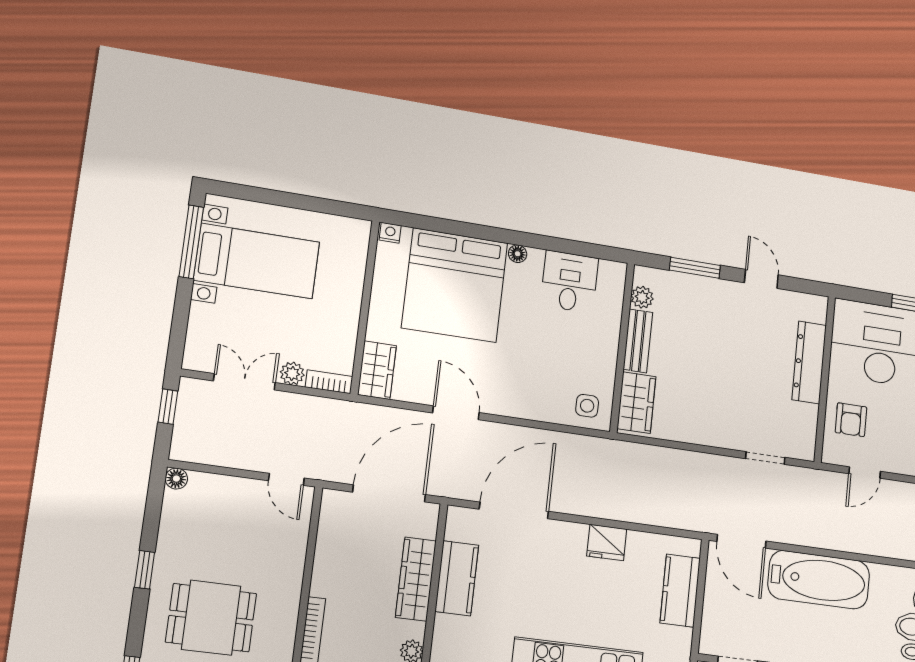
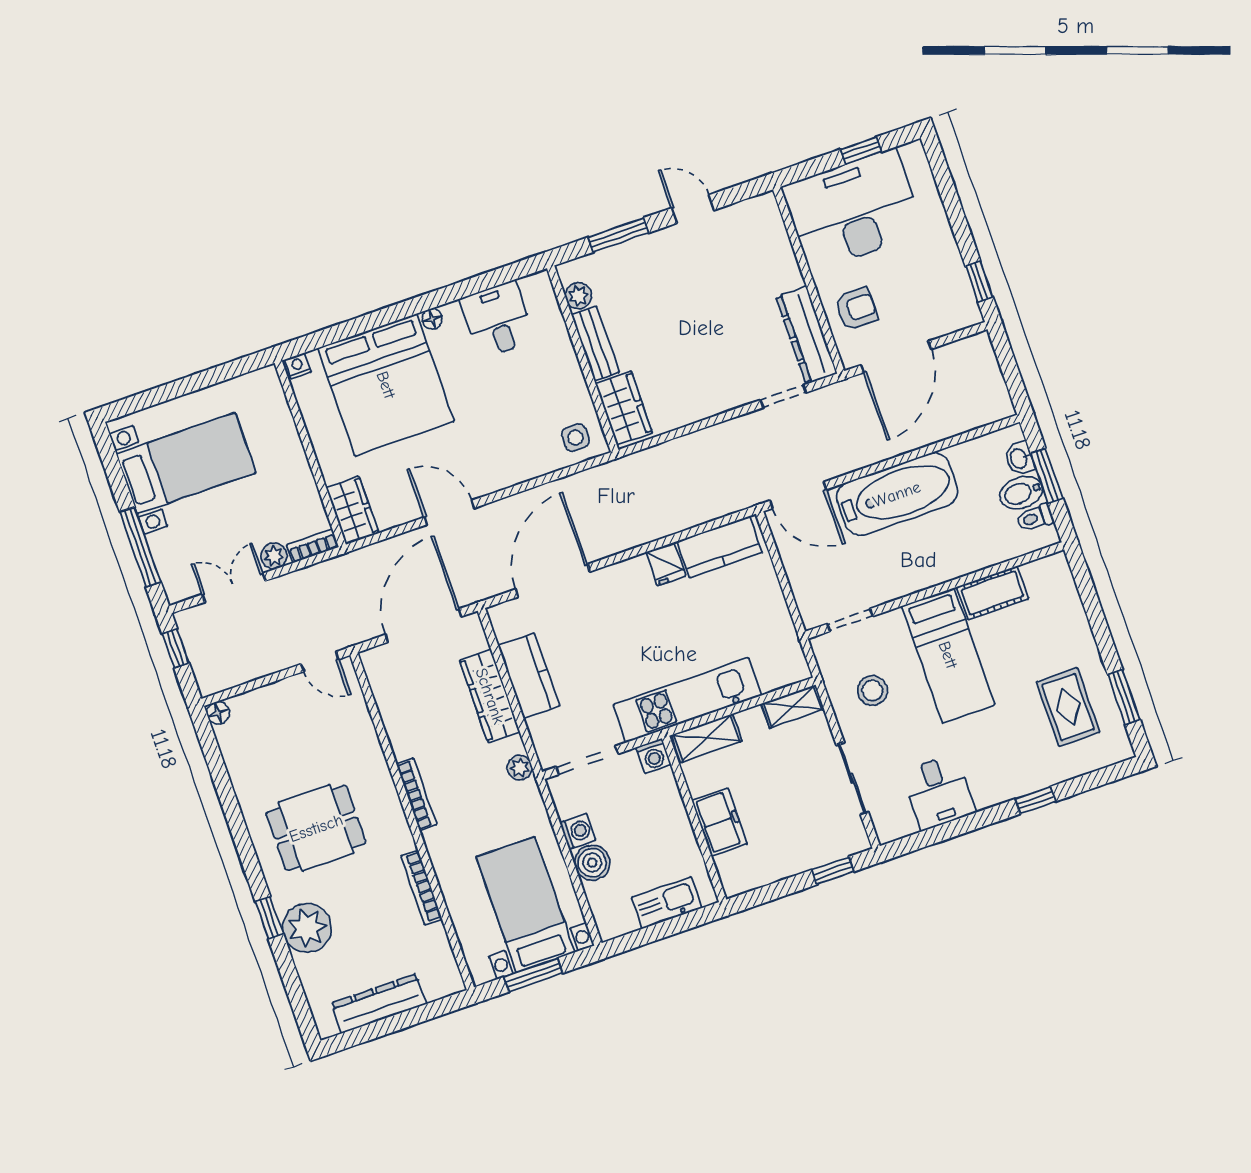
window: (191, 242) -> (140, 547), moved
dresser: (809, 362) -> (806, 335), moved
armchair: (851, 420) -> (856, 309), turned -90
door: (865, 473) -> (896, 357), width x1.88
fridge: (607, 542) -> (666, 564), width x0.72
window: (145, 570) -> (233, 813), removed
kitchen counter: (680, 591) -> (719, 547), moved, turned -90

